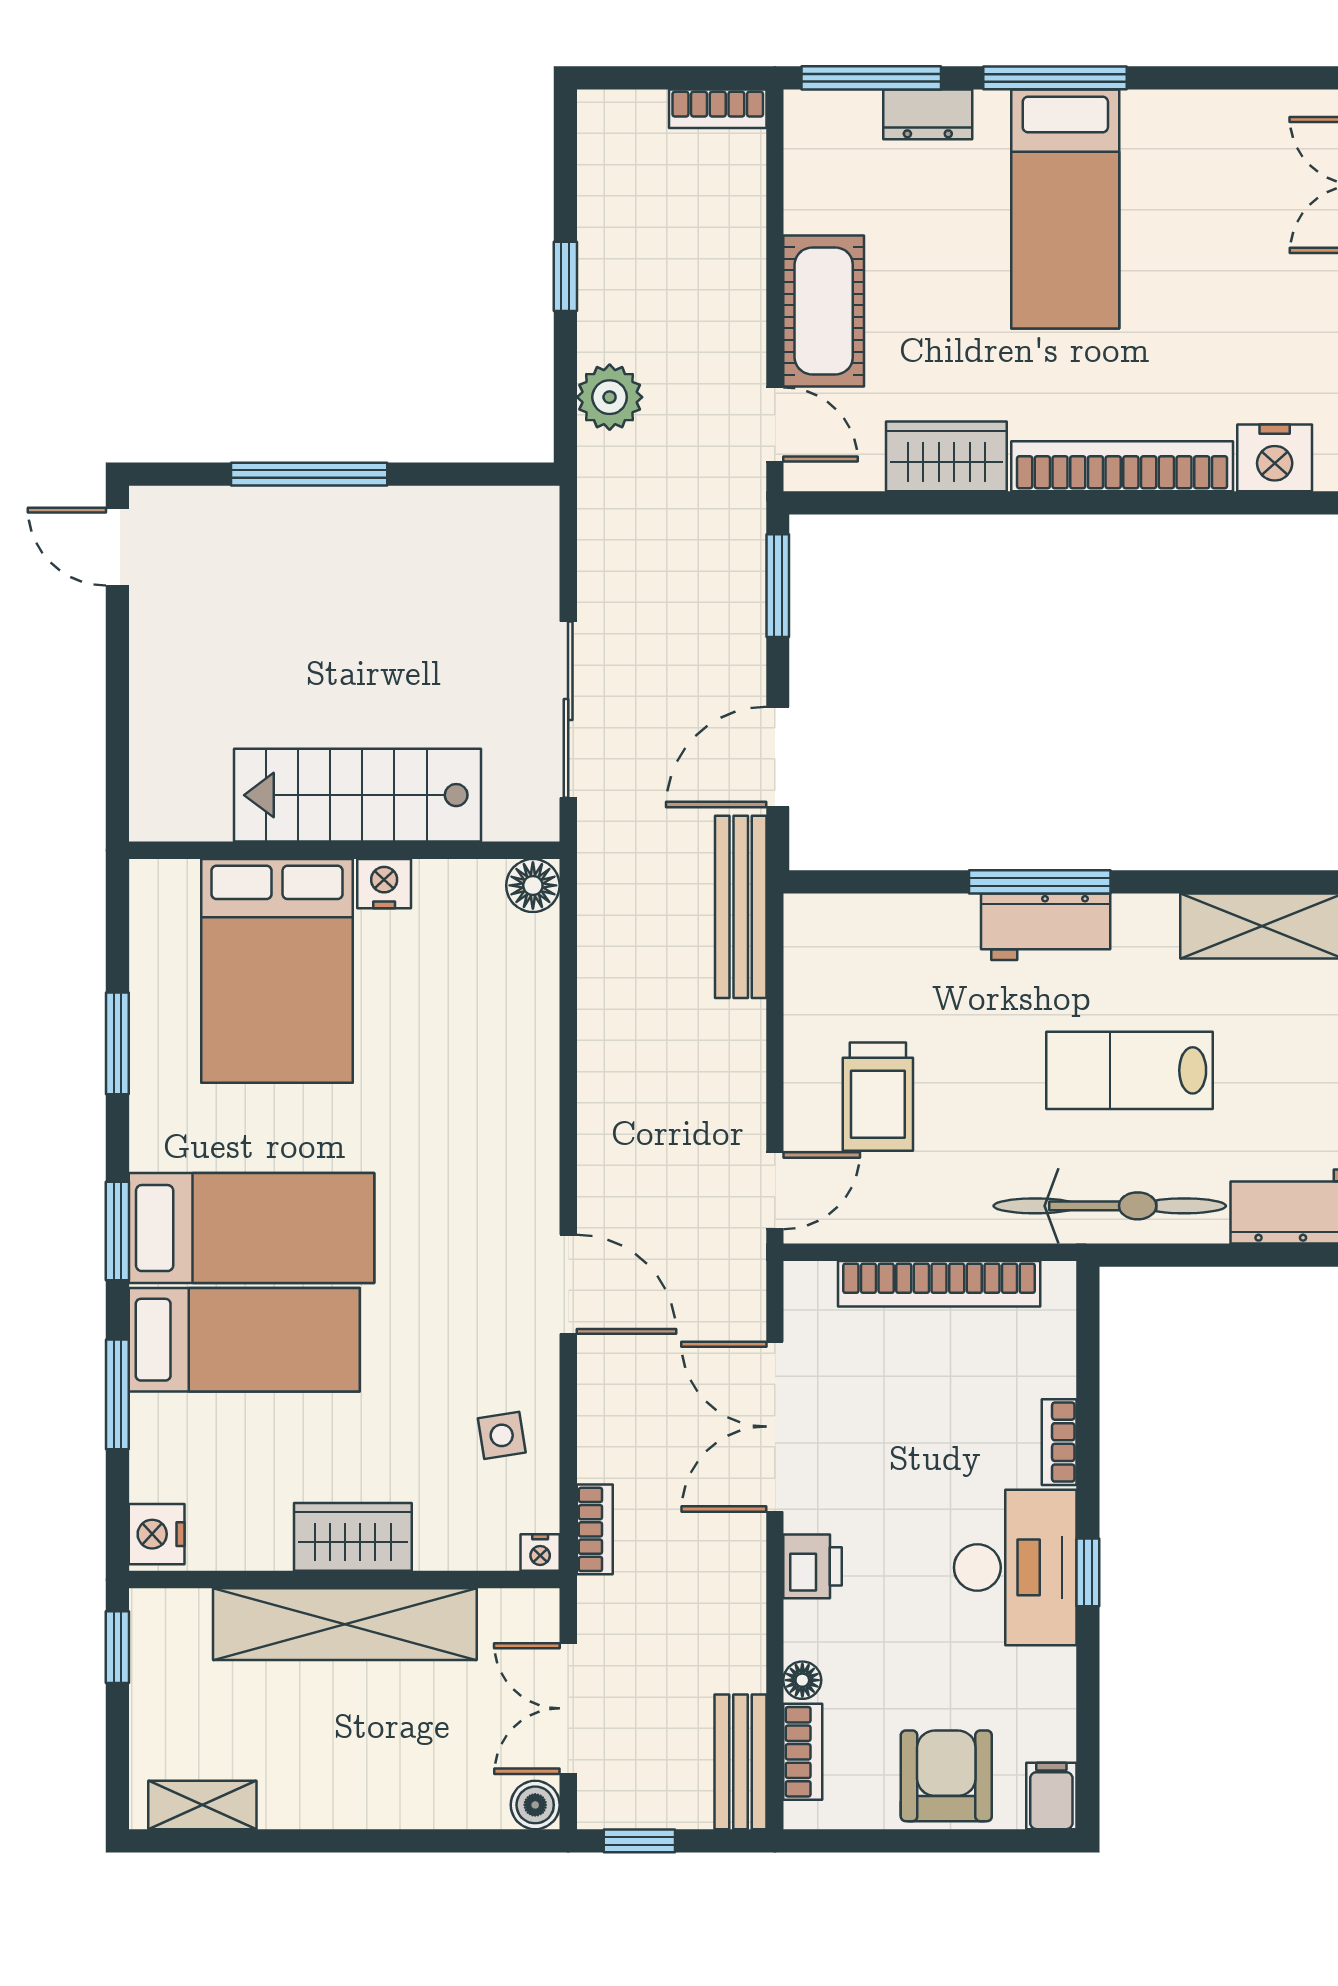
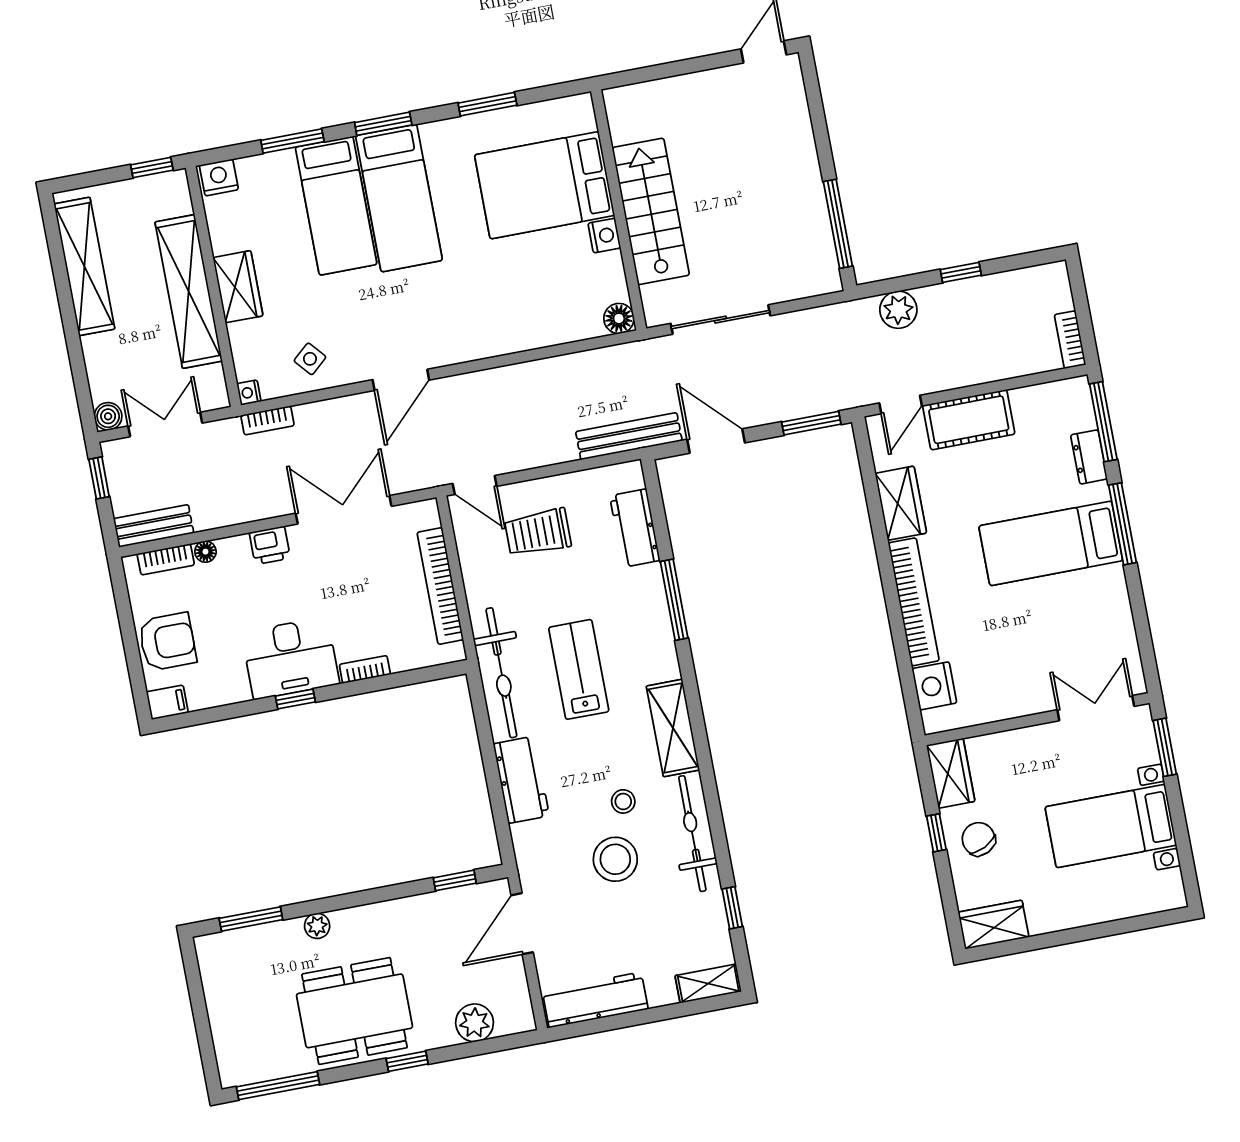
window: (309, 474) -> (838, 224), moved
workbench: (1046, 927) -> (635, 528), moved
side table: (502, 1435) -> (310, 359), turned -32
shelving: (202, 1805) -> (84, 266), width x2.20, depth x1.33

